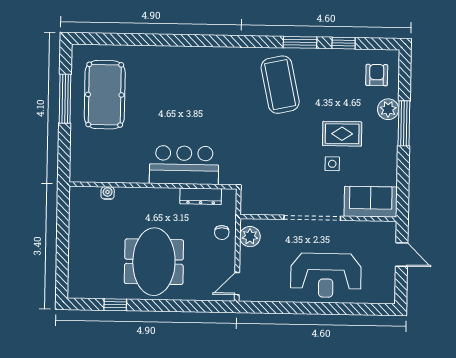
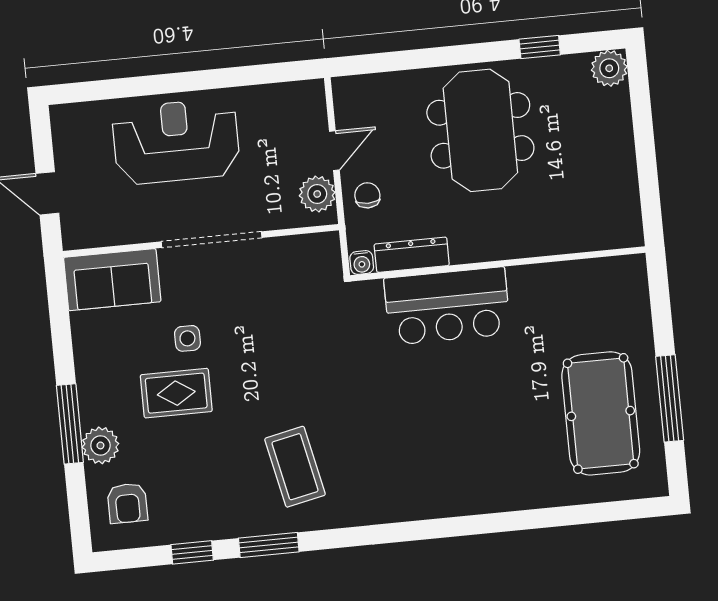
coffee table: (280, 85) -> (295, 467), width x0.73, depth x0.76
water cooler: (108, 193) -> (362, 262), moved
door: (237, 284) -> (334, 151), moved
plant: (77, 288) -> (609, 68), added

